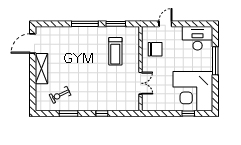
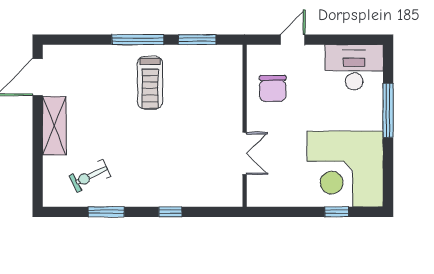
chair: (155, 49) -> (273, 88), turned 90
treadmill: (115, 51) -> (150, 83), moved

